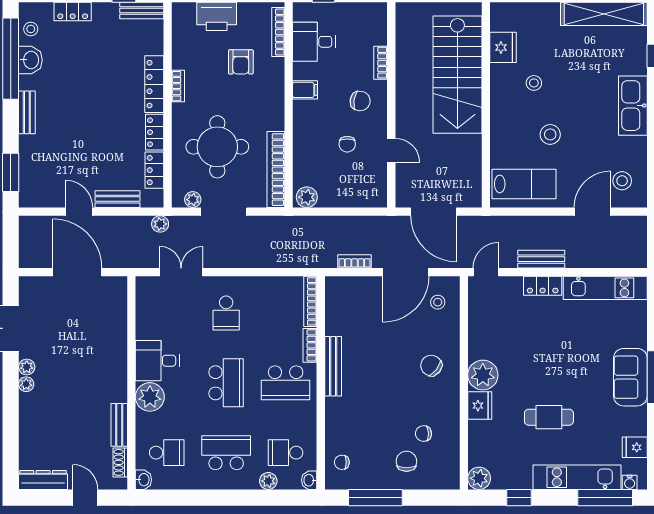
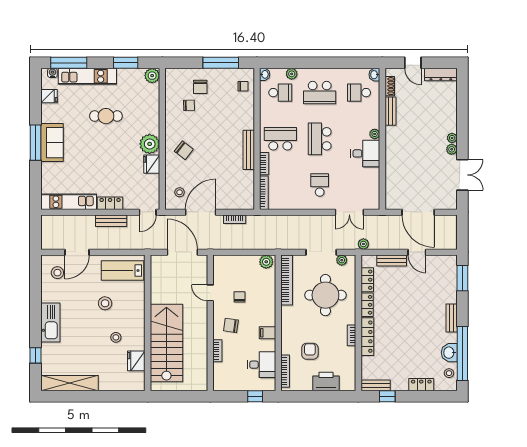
plant: (150, 397) -> (375, 134), width x0.53, depth x0.53
fridge: (480, 406) -> (152, 164), moved
window: (519, 498) -> (126, 63), width x1.50

